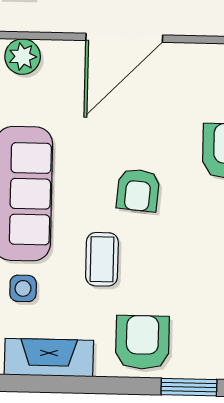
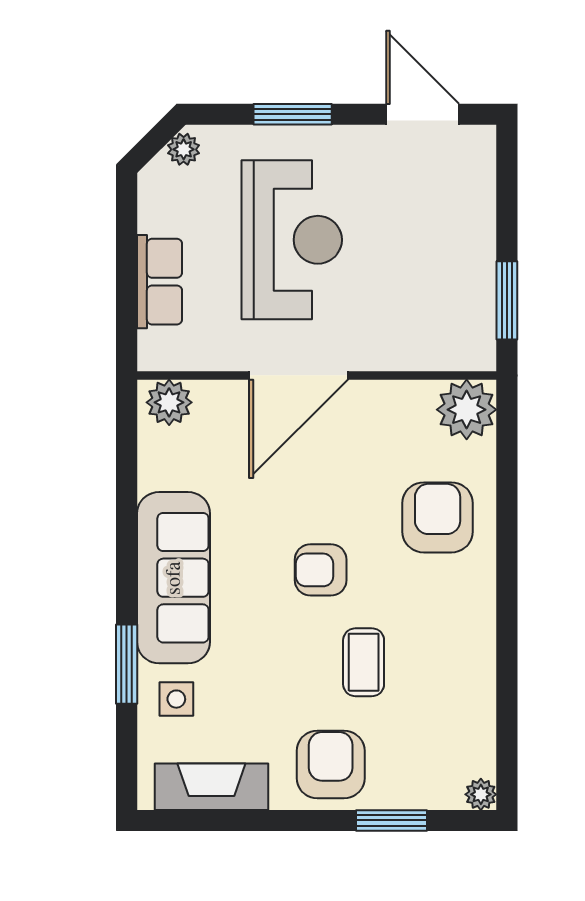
armchair: (138, 190) -> (321, 570), turned 85
coffee table: (102, 259) -> (364, 662), moved

